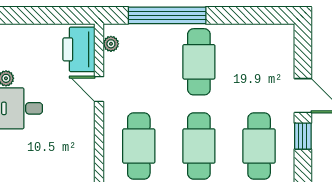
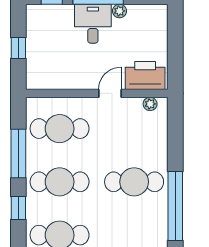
window: (167, 15) -> (175, 206), moved

